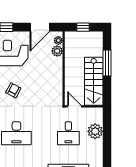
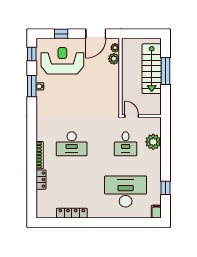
window: (83, 27) -> (141, 34), removed
stairs: (94, 81) -> (152, 69), moved
armchair: (13, 90) -> (69, 99), removed

